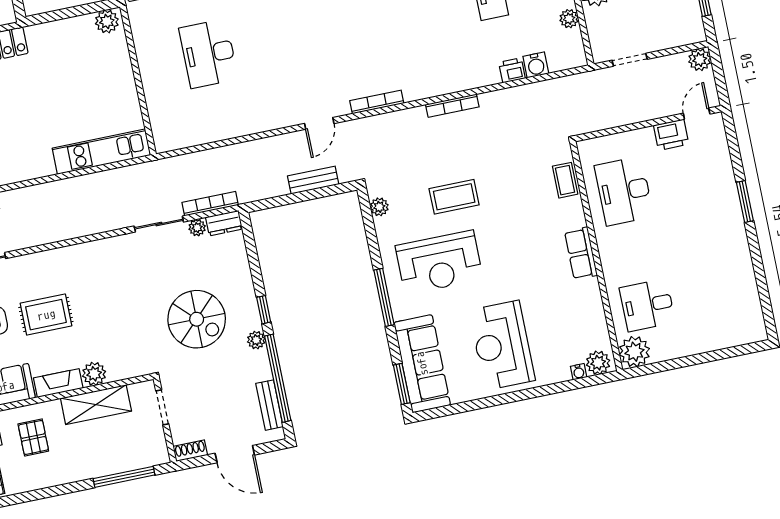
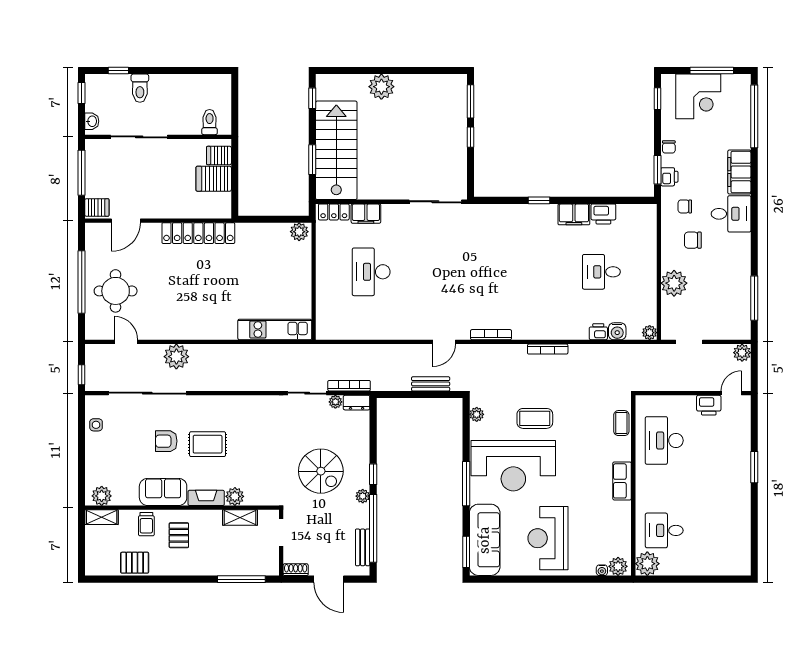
plant: (569, 19) -> (650, 333), moved
reception desk: (439, 262) -> (513, 466), width x1.36, depth x1.30
shelving: (96, 405) -> (240, 518), width x0.67, depth x0.75

